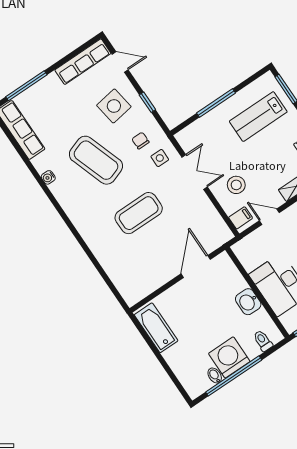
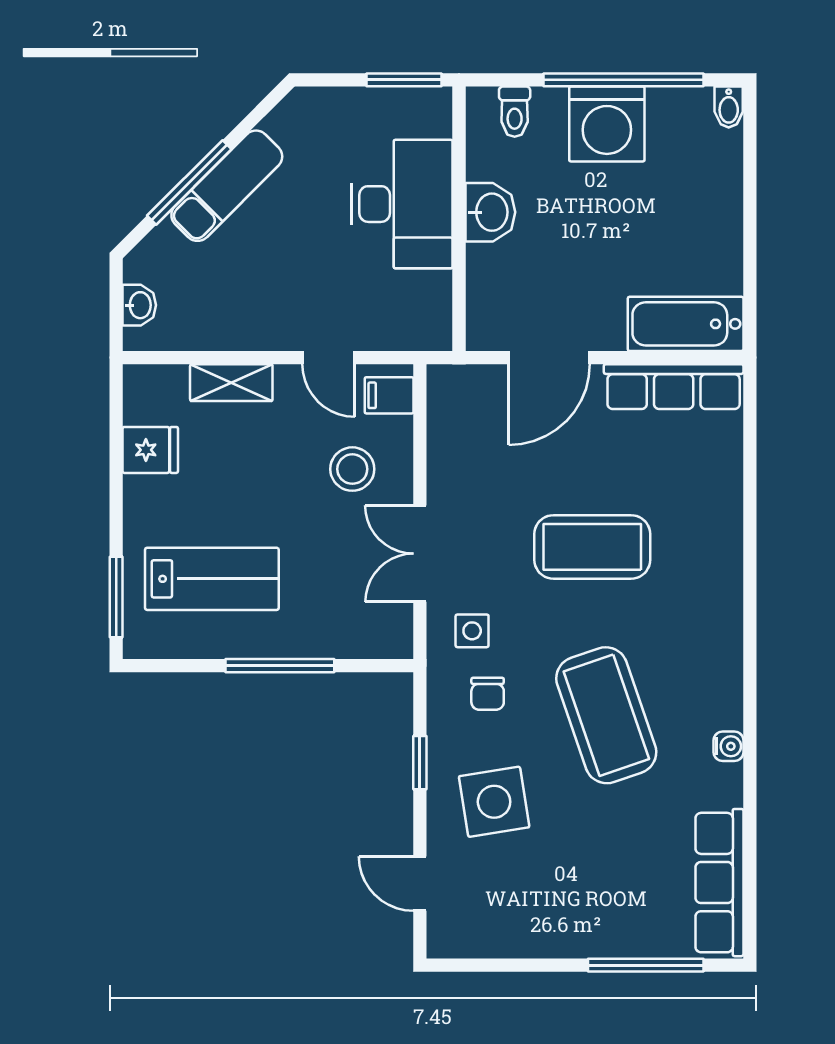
row of seats: (83, 62) -> (674, 387), moved, turned 180
bathtub: (156, 328) -> (686, 324), moved, turned 90
bidet: (215, 376) -> (729, 107), moved

